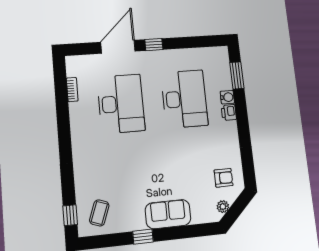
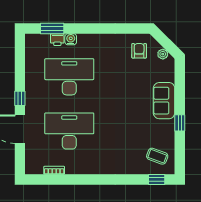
printer: (229, 113) -> (57, 40), moved

